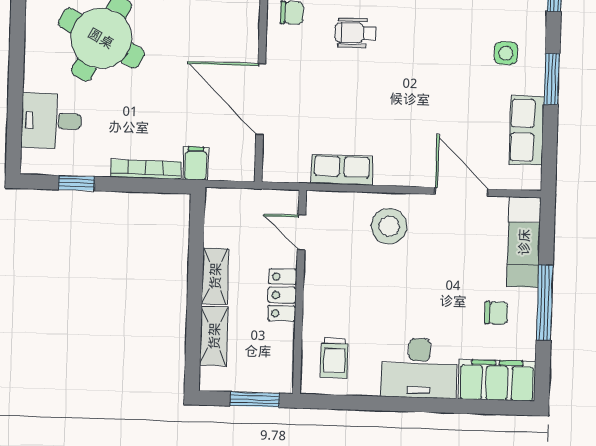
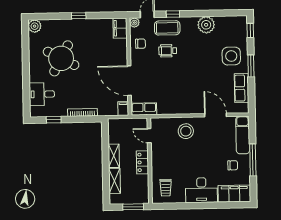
side table: (506, 53) -> (231, 56), width x1.87, depth x1.87
filing cabinet: (196, 163) -> (123, 109), moved
row of seats: (342, 170) -> (144, 109), moved

